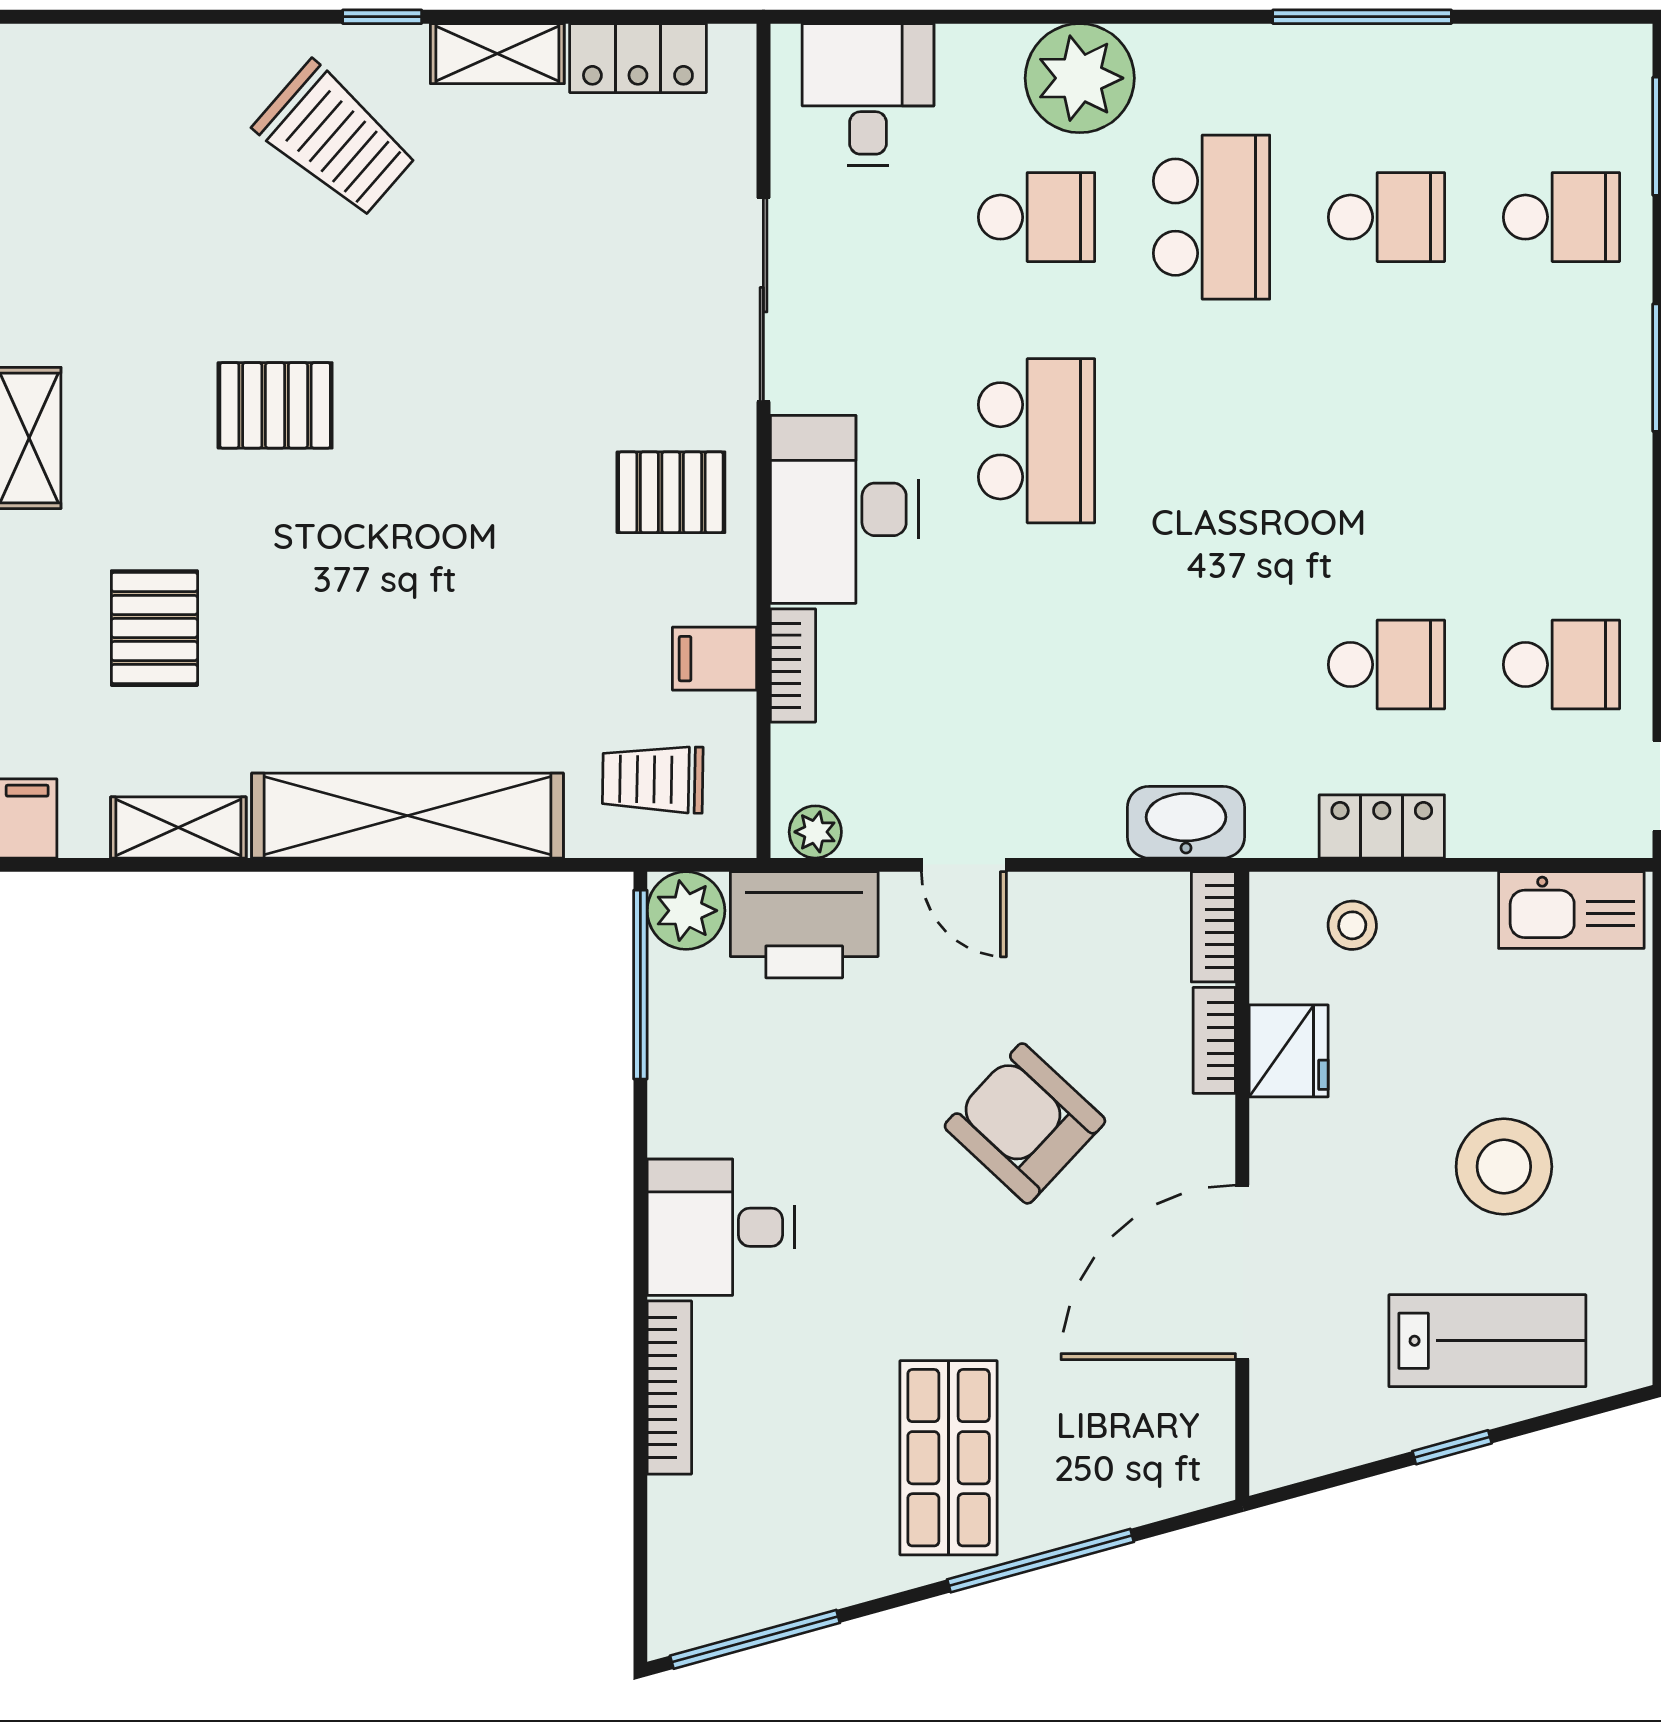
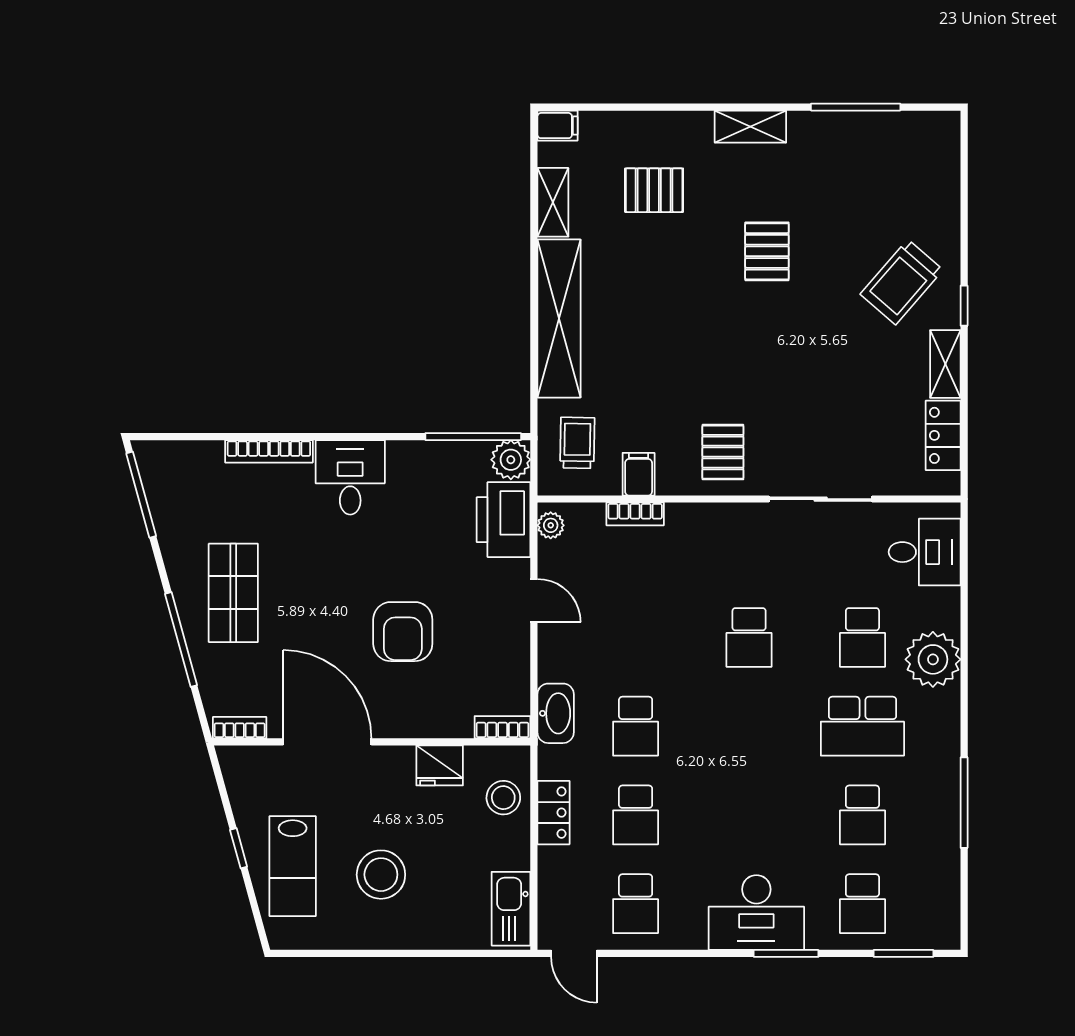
school desk: (1037, 441) -> (749, 637), width x0.54
desk: (844, 509) -> (756, 913), moved, turned 180
school desk: (1211, 665) -> (636, 726), added
door: (964, 865) -> (534, 601), swing flipped
stool: (1352, 925) -> (503, 798), width x1.37, depth x1.37
bookcase: (1214, 1040) -> (240, 728), moved
armchair: (1025, 1123) -> (403, 632), turned 137
shop shelf: (949, 1458) -> (233, 593), turned 90

